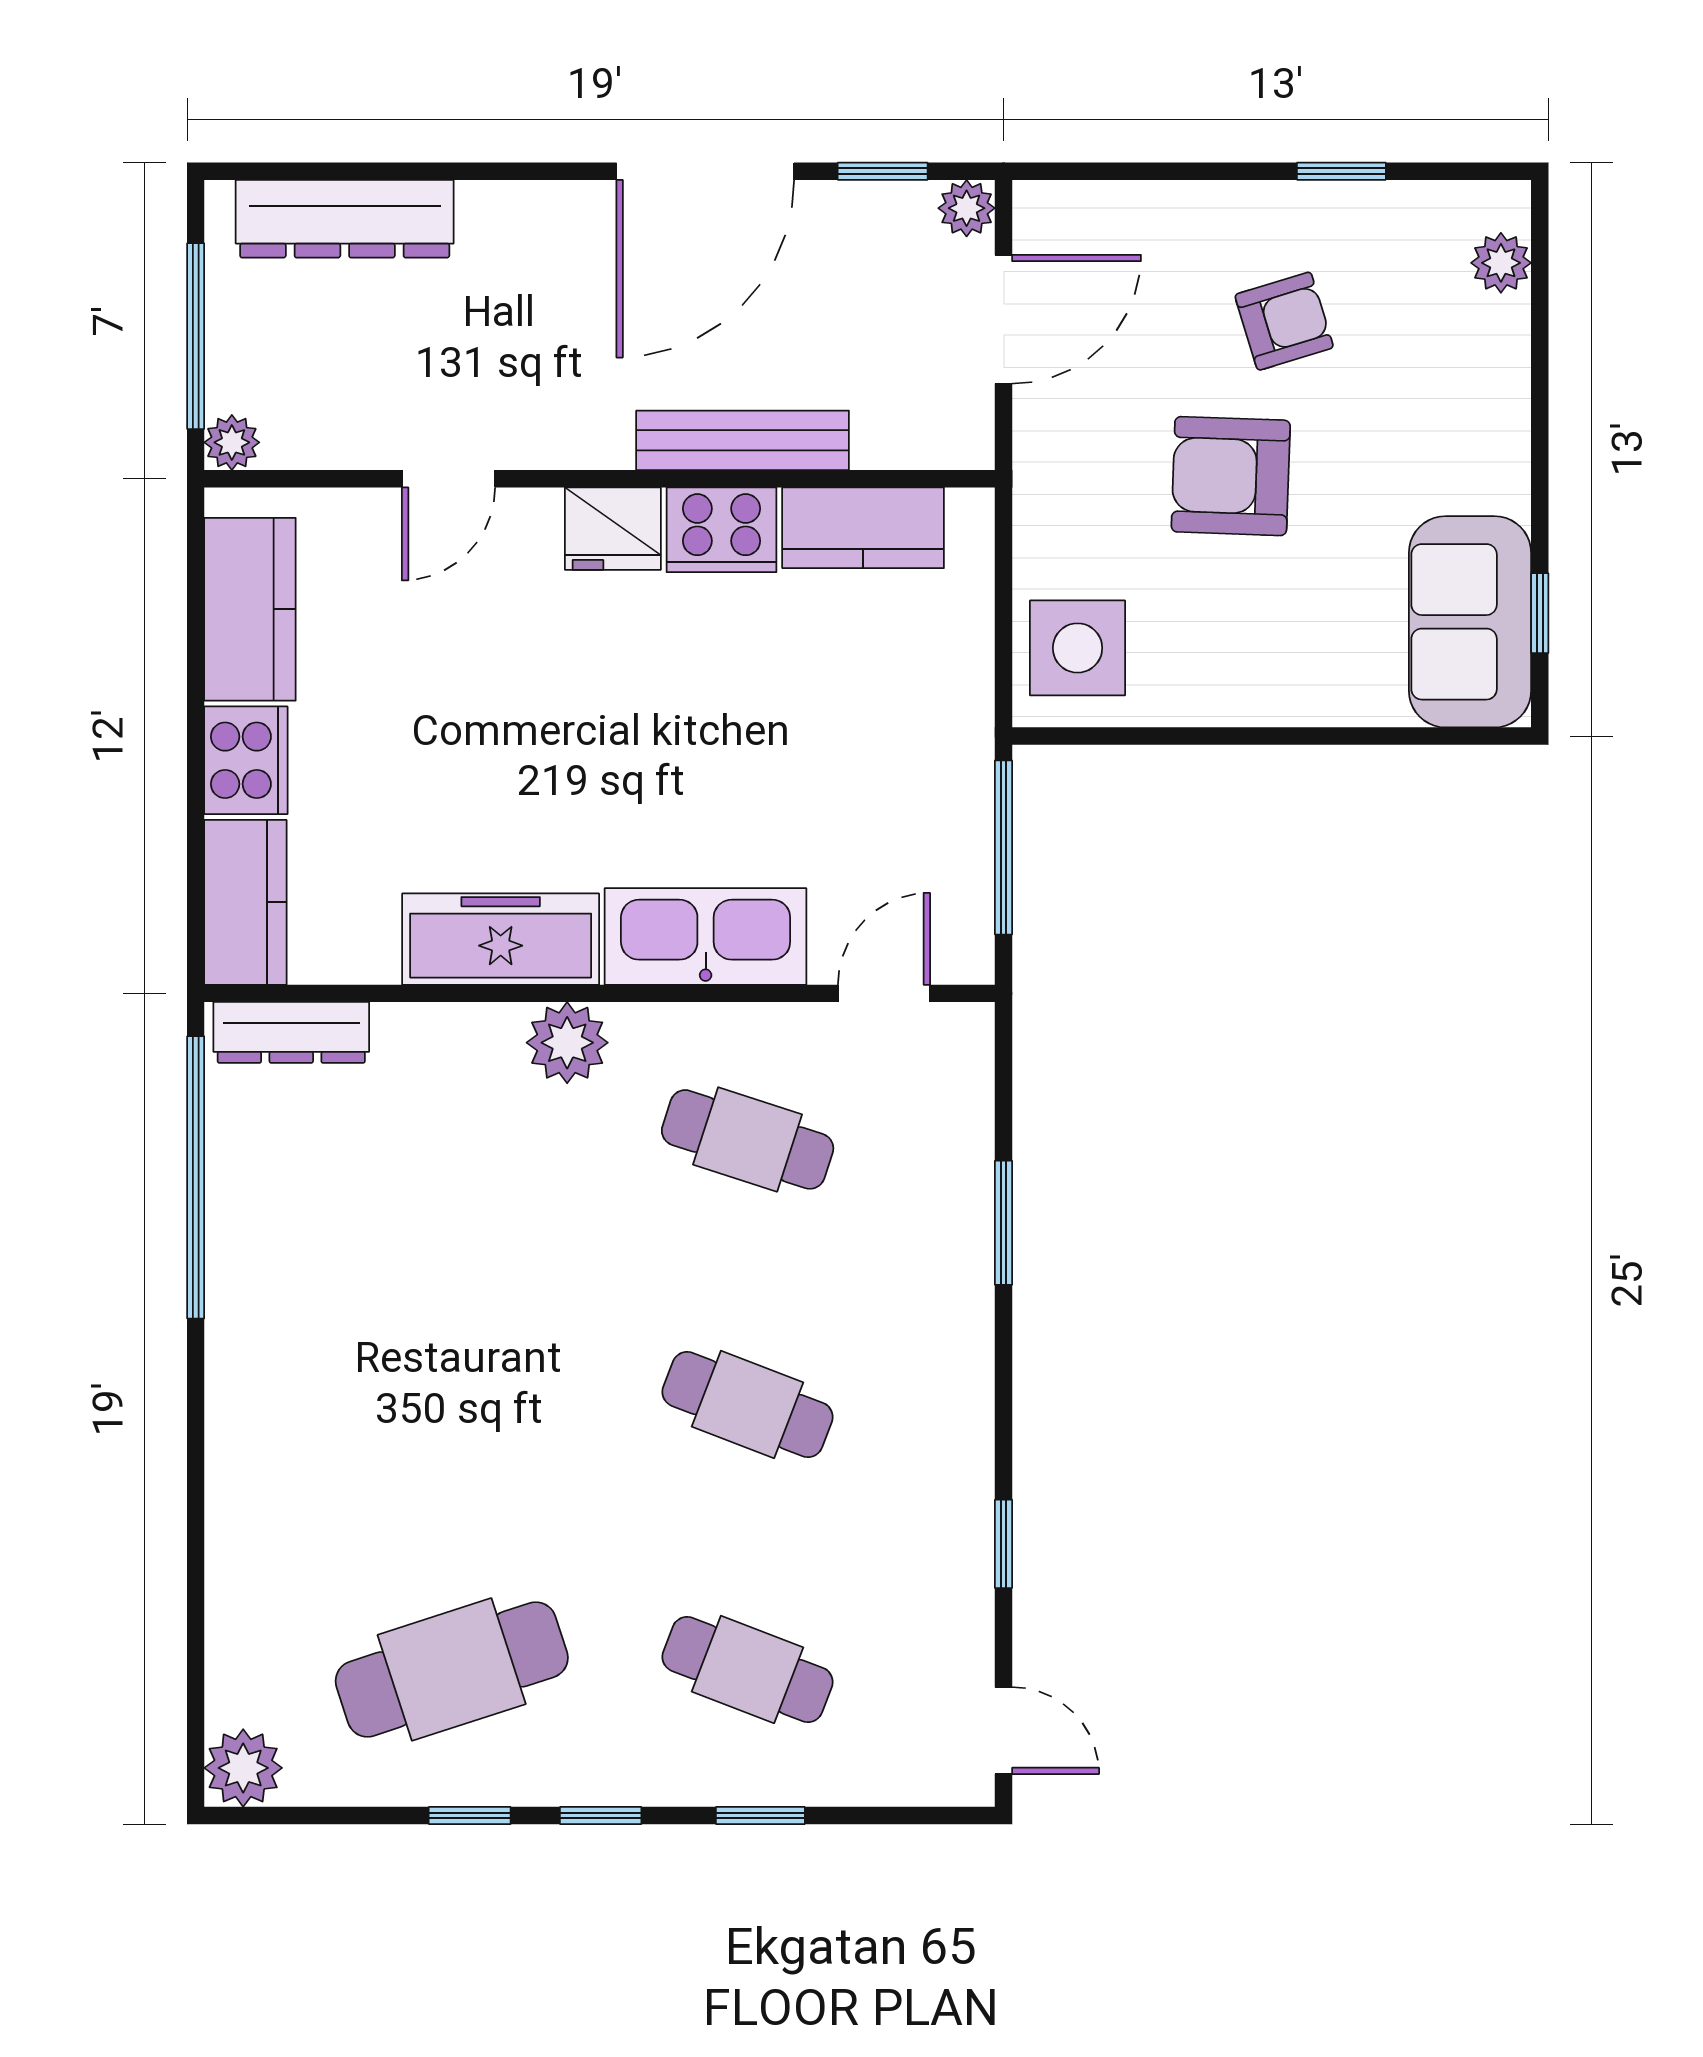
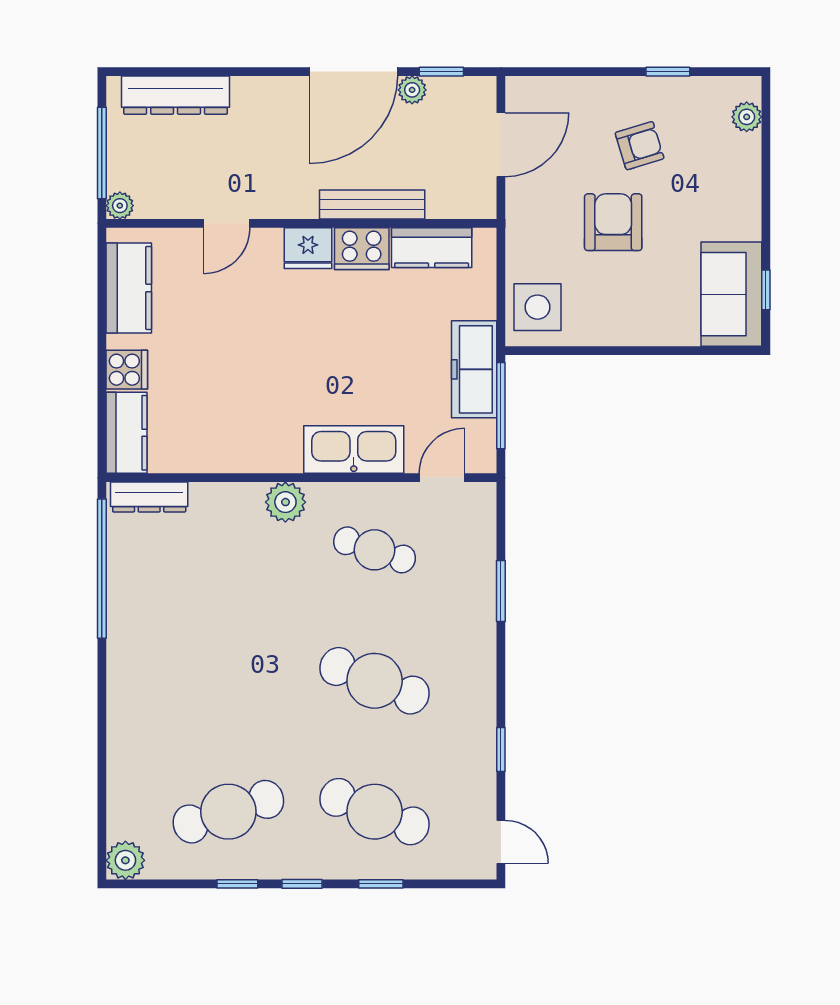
plant: (967, 208) -> (412, 90), moved
armchair: (1231, 476) -> (613, 222), turned 88
cooker: (246, 760) -> (127, 370), width x0.73
freezer: (501, 939) -> (474, 369), moved, turned -90
cafe table: (748, 1404) -> (375, 681), width x1.37, depth x1.35
cafe table: (748, 1669) -> (375, 812), width x1.37, depth x1.35

